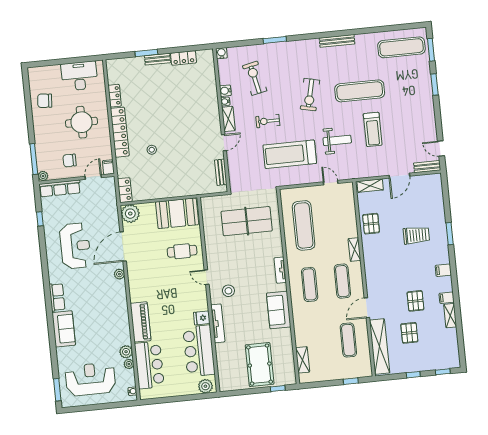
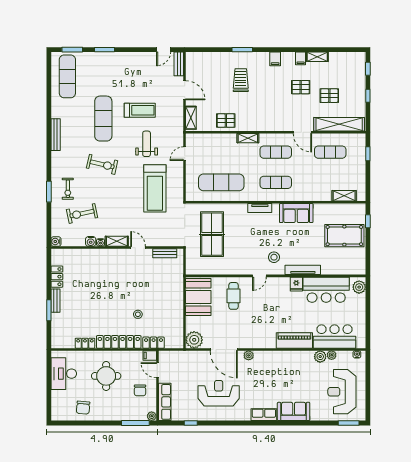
exercise bike: (268, 121) -> (68, 189), moved
locker: (125, 190) -> (154, 343), moved

